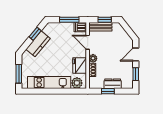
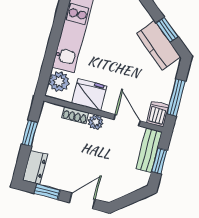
door: (88, 42) -> (127, 120), hinge flipped
kitchen counter: (38, 44) -> (159, 45), moved
door: (136, 55) -> (82, 201), hinge flipped
dresser: (113, 84) -> (35, 167), moved

